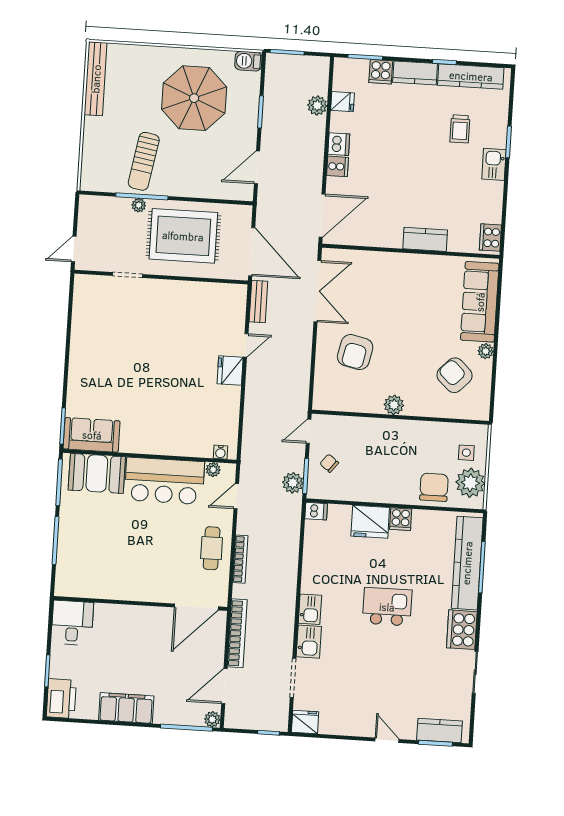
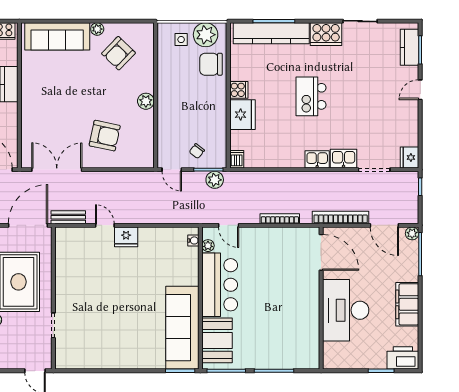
sofa: (92, 435) -> (182, 328), width x1.85, depth x1.27
cafe table: (212, 548) -> (272, 243), removed
desk: (72, 623) -> (346, 310), moved, width x1.87, depth x1.30

